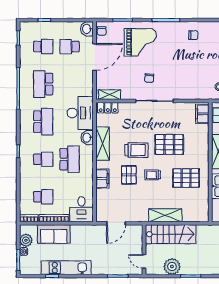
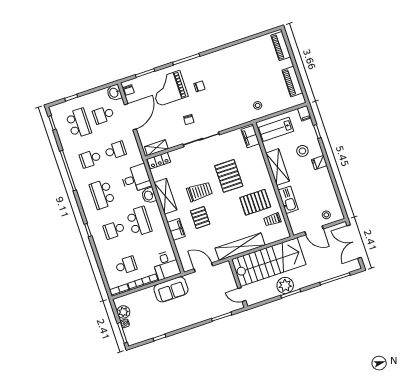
chair: (193, 35) -> (199, 86), moved
grand piano: (140, 42) -> (169, 88), turned 180
school desk: (43, 47) -> (78, 123), width x1.85
school desk: (43, 84) -> (90, 159), width x0.54
school desk: (70, 84) -> (115, 150), added
desk: (80, 113) -> (136, 179), width x0.73
school desk: (43, 122) -> (102, 194), turned 180
pallet: (169, 144) -> (229, 176), turned 90
school desk: (43, 159) -> (114, 230), turned 180
trolley: (153, 175) -> (272, 220), moved
shelving: (165, 215) -> (240, 247), width x1.47
door: (116, 223) -> (203, 267), swing flipped
sofa: (54, 234) -> (171, 289), moved
stairs: (171, 234) -> (269, 262), width x1.36, depth x1.51
plant: (172, 267) -> (285, 285), moved
kitchen unit: (66, 268) -> (170, 325), removed

